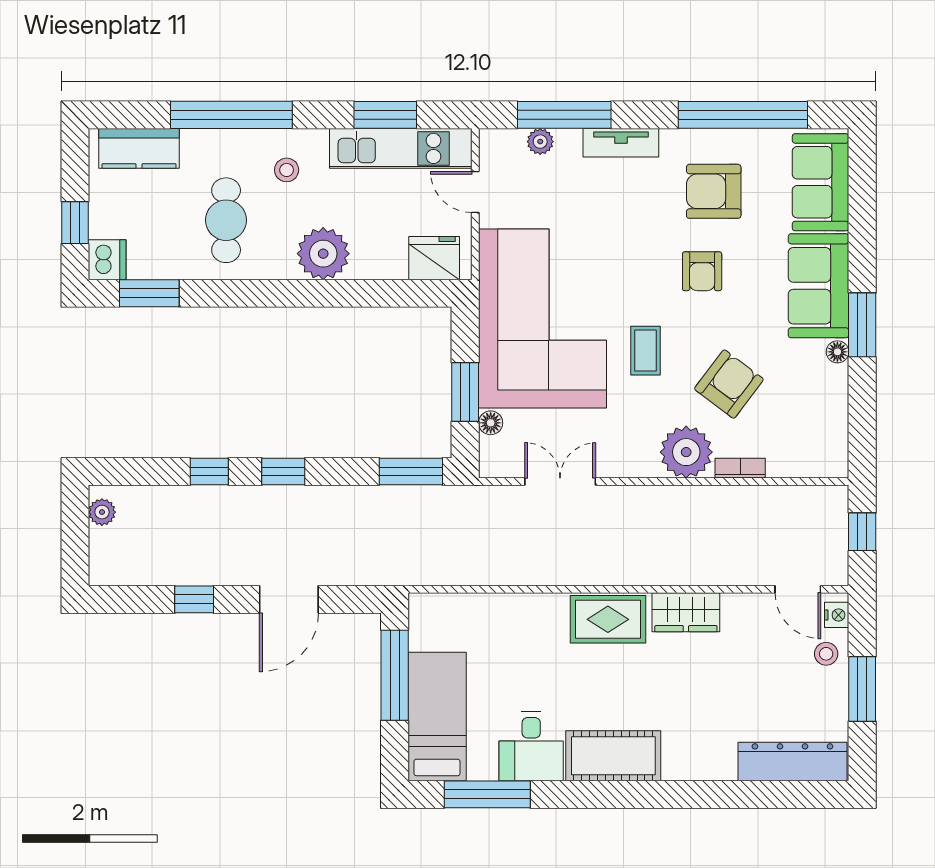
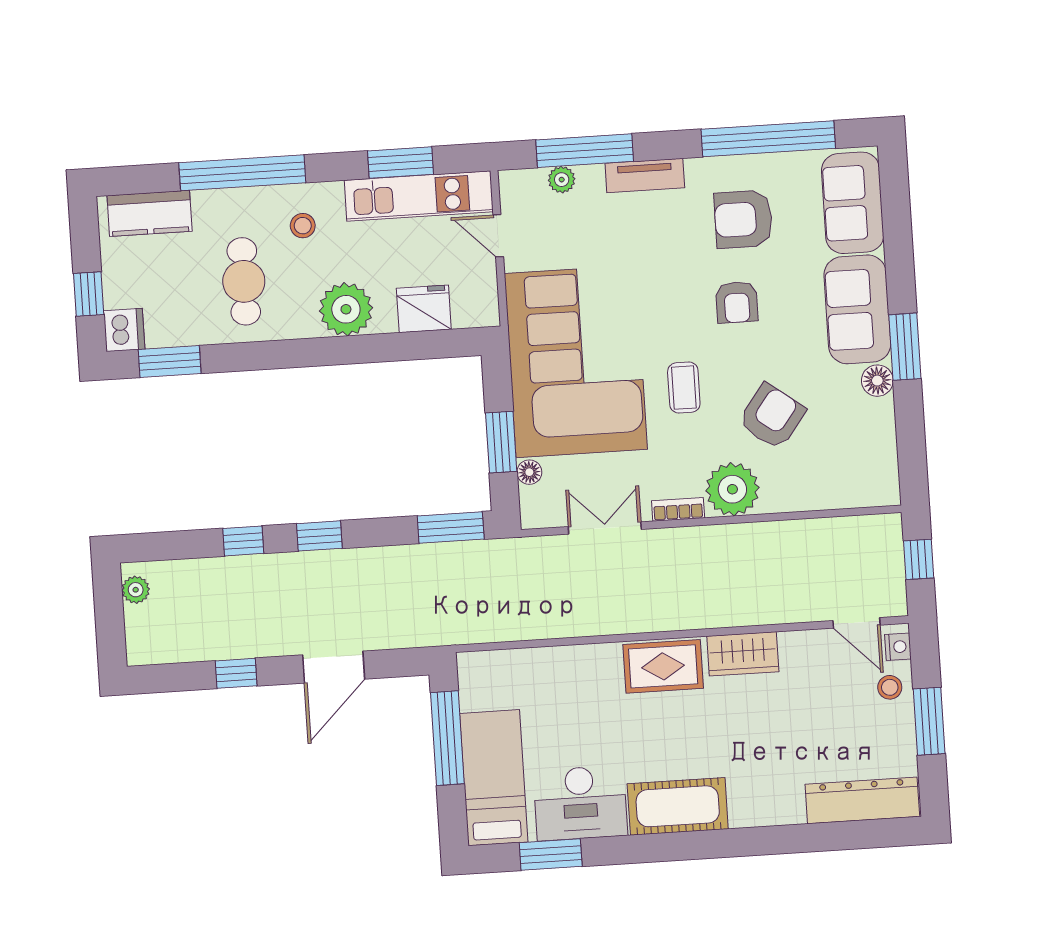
fridge: (434, 258) -> (424, 309), moved
floor lamp: (837, 352) -> (877, 381), width x1.37, depth x1.37
bookcase: (740, 468) -> (678, 509), moved
desk: (531, 746) -> (580, 803), width x1.37
window: (487, 794) -> (551, 854), width x0.69

